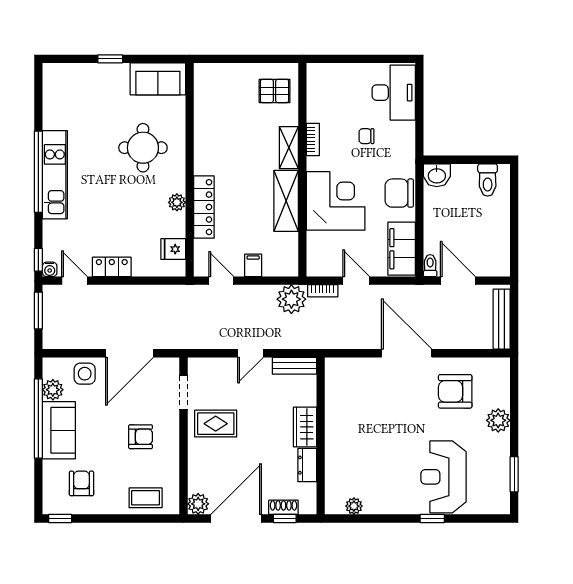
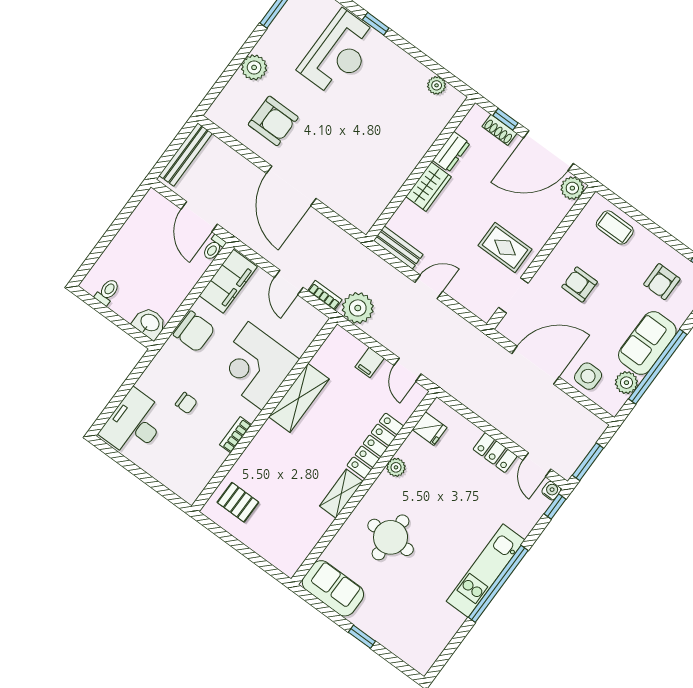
shelving: (289, 148) -> (341, 494), moved
toilet: (488, 180) -> (107, 292), width x0.73, depth x0.72

